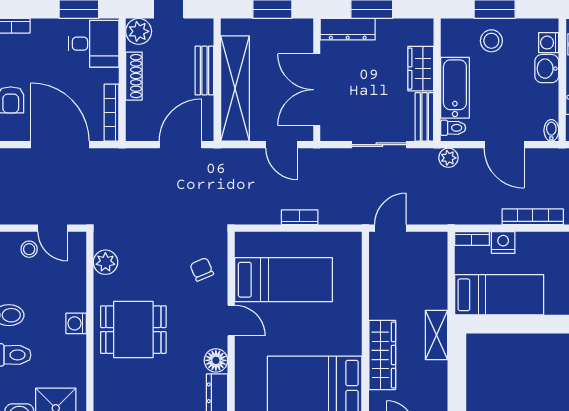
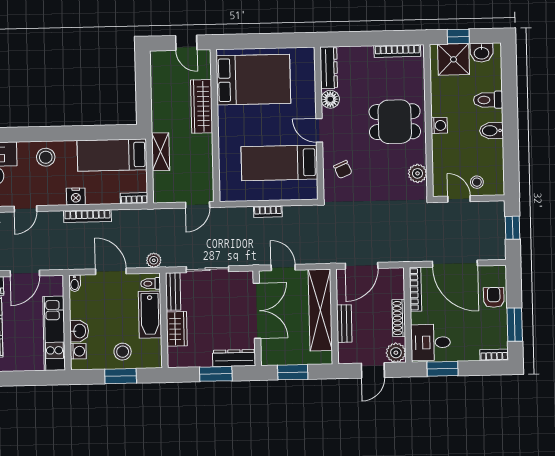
nightstand: (503, 242) -> (76, 196), moved
shelving: (436, 335) -> (161, 152), moved

